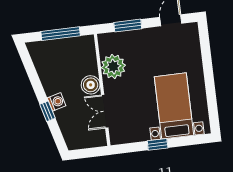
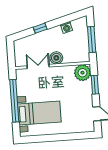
plant: (113, 66) -> (82, 73), moved
washing machine: (57, 102) -> (66, 27), moved
window: (158, 144) -> (14, 101), width x3.17

